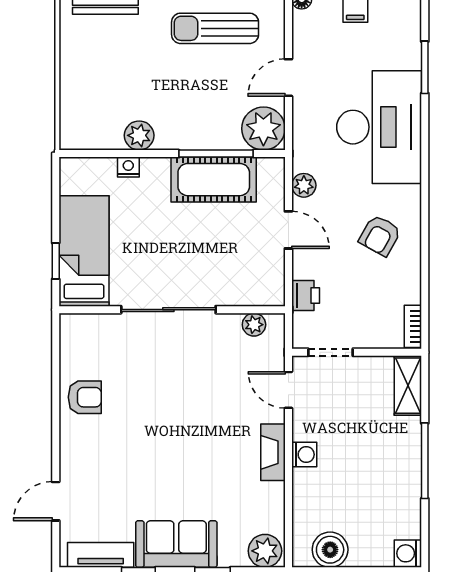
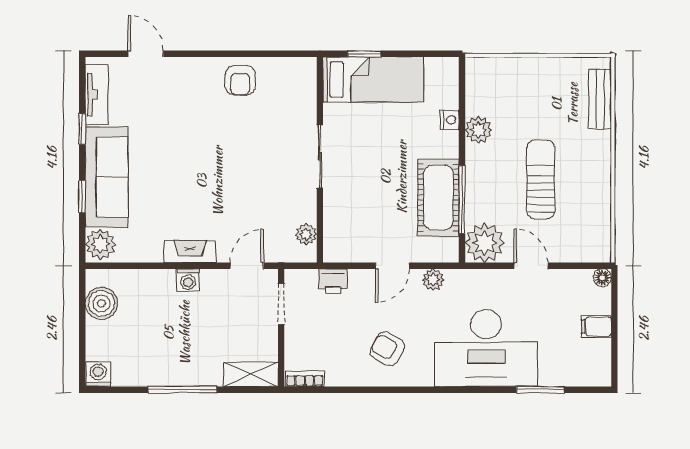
sun lounger: (215, 28) -> (541, 179), moved
sliding door: (168, 310) -> (320, 156), width x0.73
sofa: (176, 544) -> (107, 177), width x1.36

